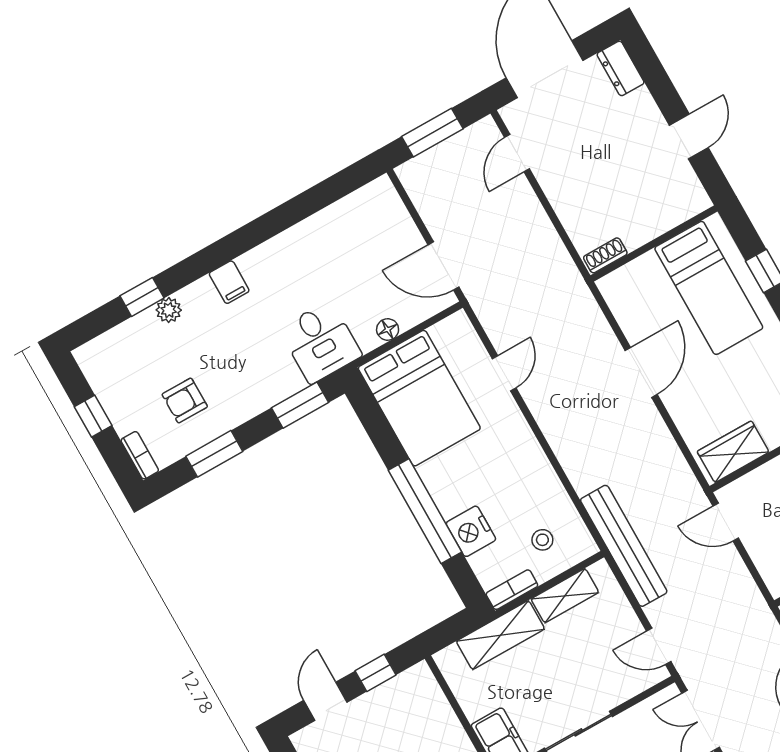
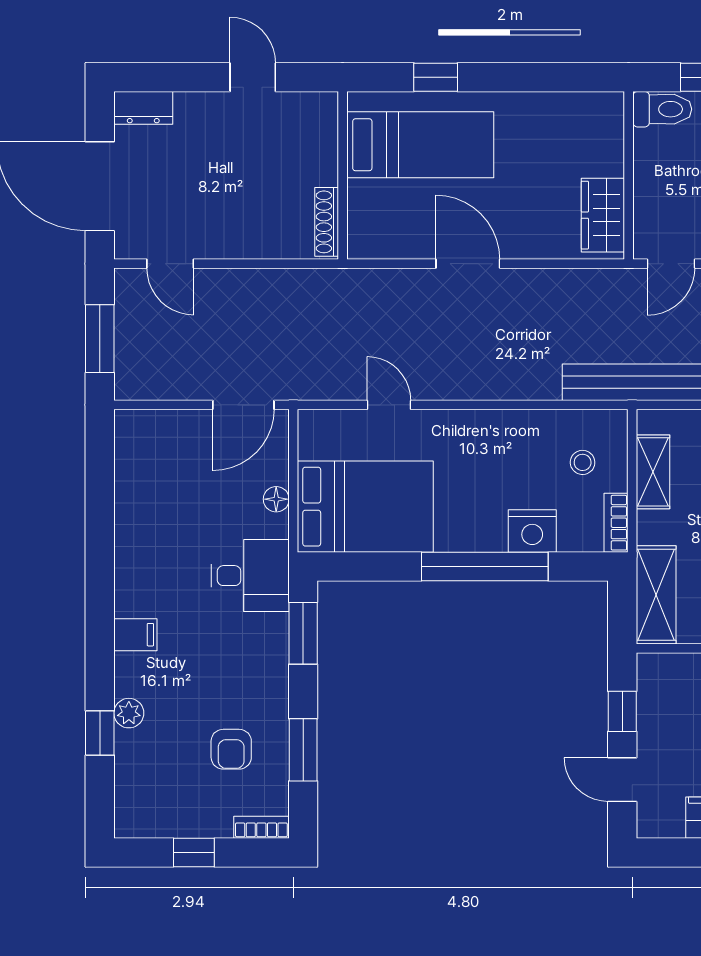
shoe rack: (605, 255) -> (327, 222), width x1.43
shelving: (500, 635) -> (656, 595), moved

